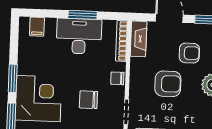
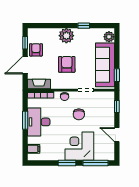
armchair: (189, 53) -> (36, 50), moved

